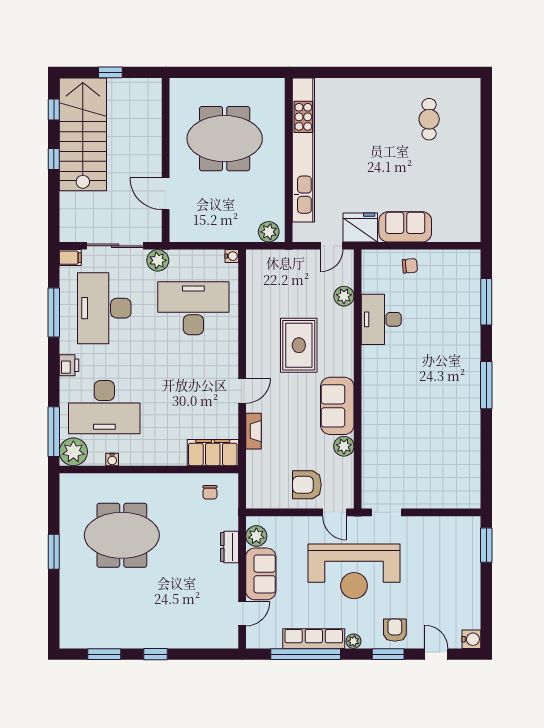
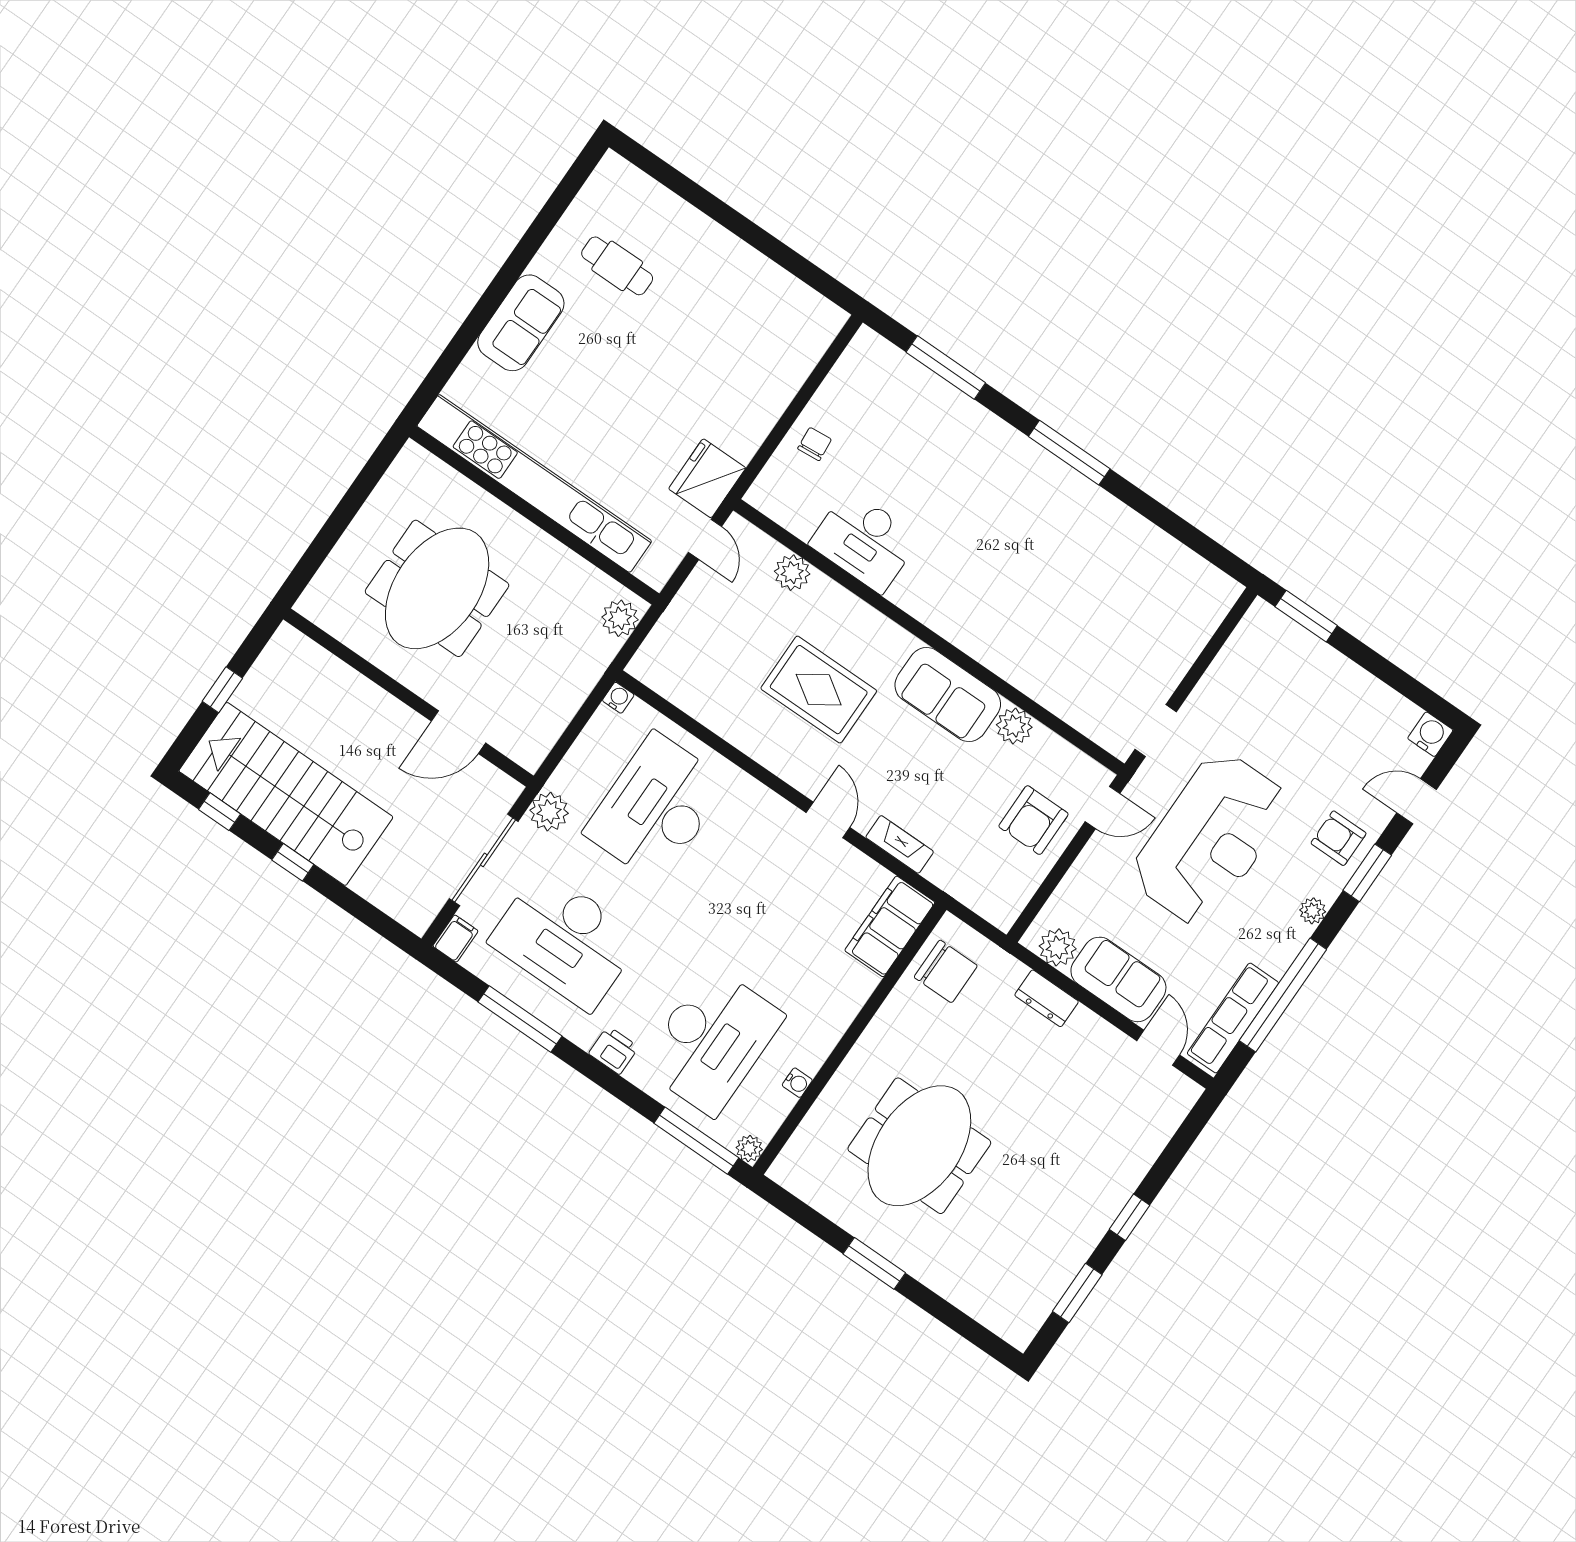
sofa: (405, 227) -> (521, 323), moved, turned 180
plant: (73, 452) -> (749, 1149), width x0.53, depth x0.53
chair: (210, 492) -> (946, 971), width x1.87, depth x1.87
row of seats: (314, 639) -> (1233, 1018), moved

